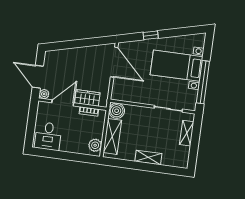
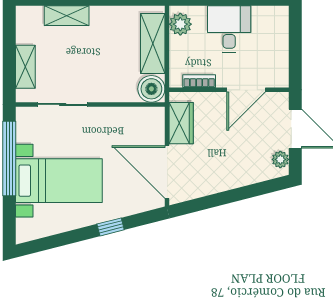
plant: (44, 94) -> (280, 159), moved
wardrobe: (87, 98) -> (181, 123), moved, turned -90
desk: (48, 136) -> (229, 29), moved
shelving: (148, 157) -> (67, 16), moved

